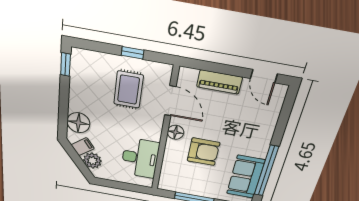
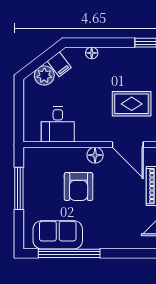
door: (170, 101) -> (128, 145), hinge flipped
floor lamp: (78, 123) -> (92, 53), width x0.53, depth x0.53
desk: (140, 158) -> (58, 124), width x0.73

